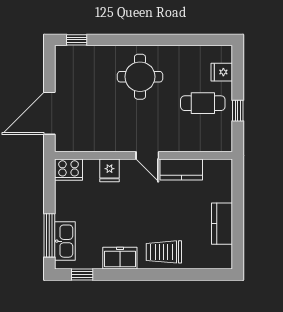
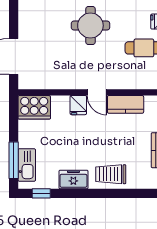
cooker: (69, 170) -> (34, 107), width x1.37, depth x1.31
fridge: (109, 170) -> (78, 105), moved

